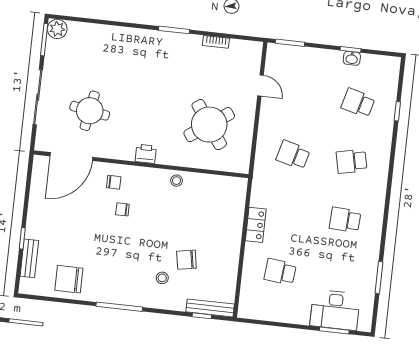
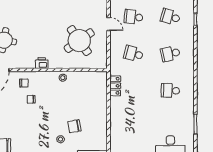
door: (260, 85) -> (109, 24), moved
locker: (256, 225) -> (115, 86), moved
school desk: (280, 272) -> (134, 17), moved

